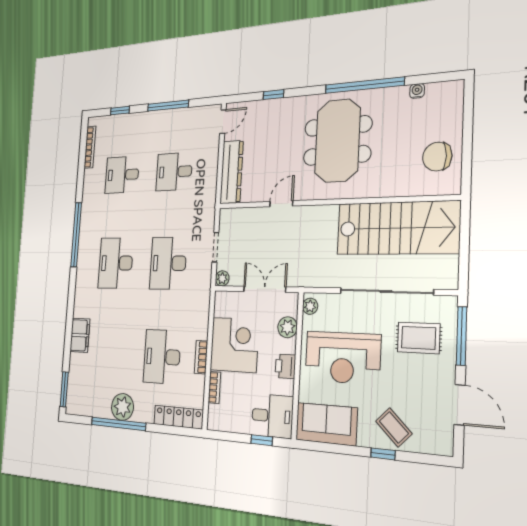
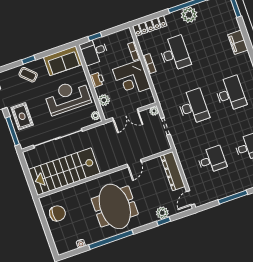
plant: (271, 109) -> (162, 213), added
rug: (419, 338) -> (22, 116), moved, turned 90

